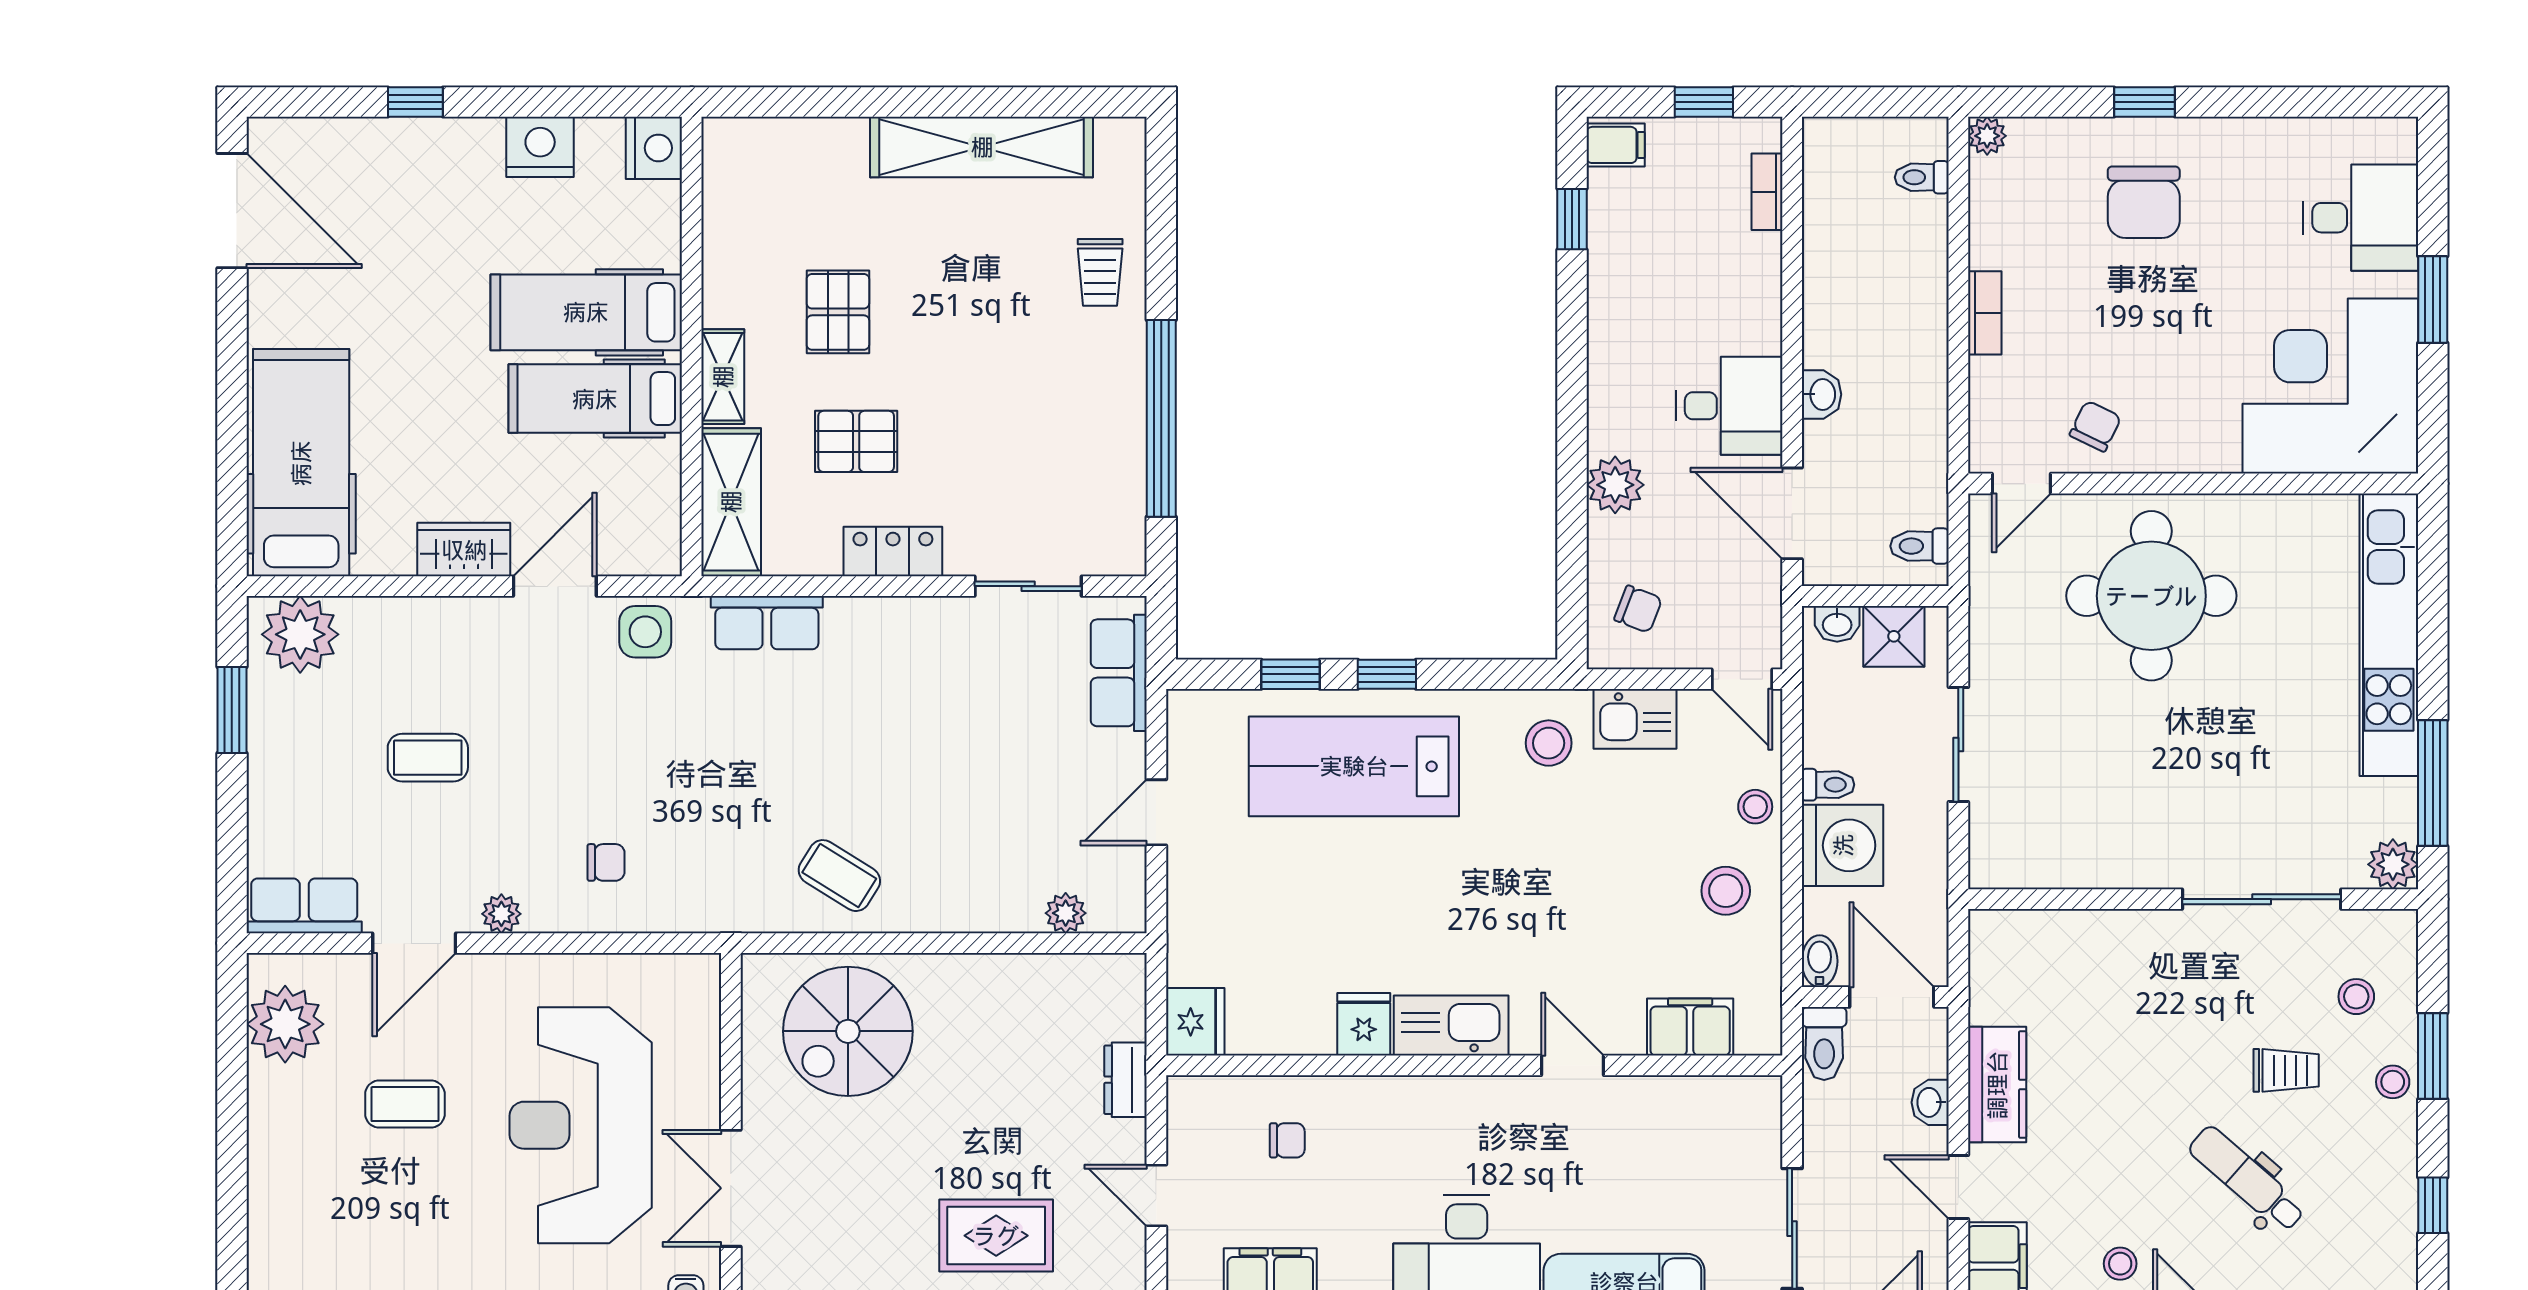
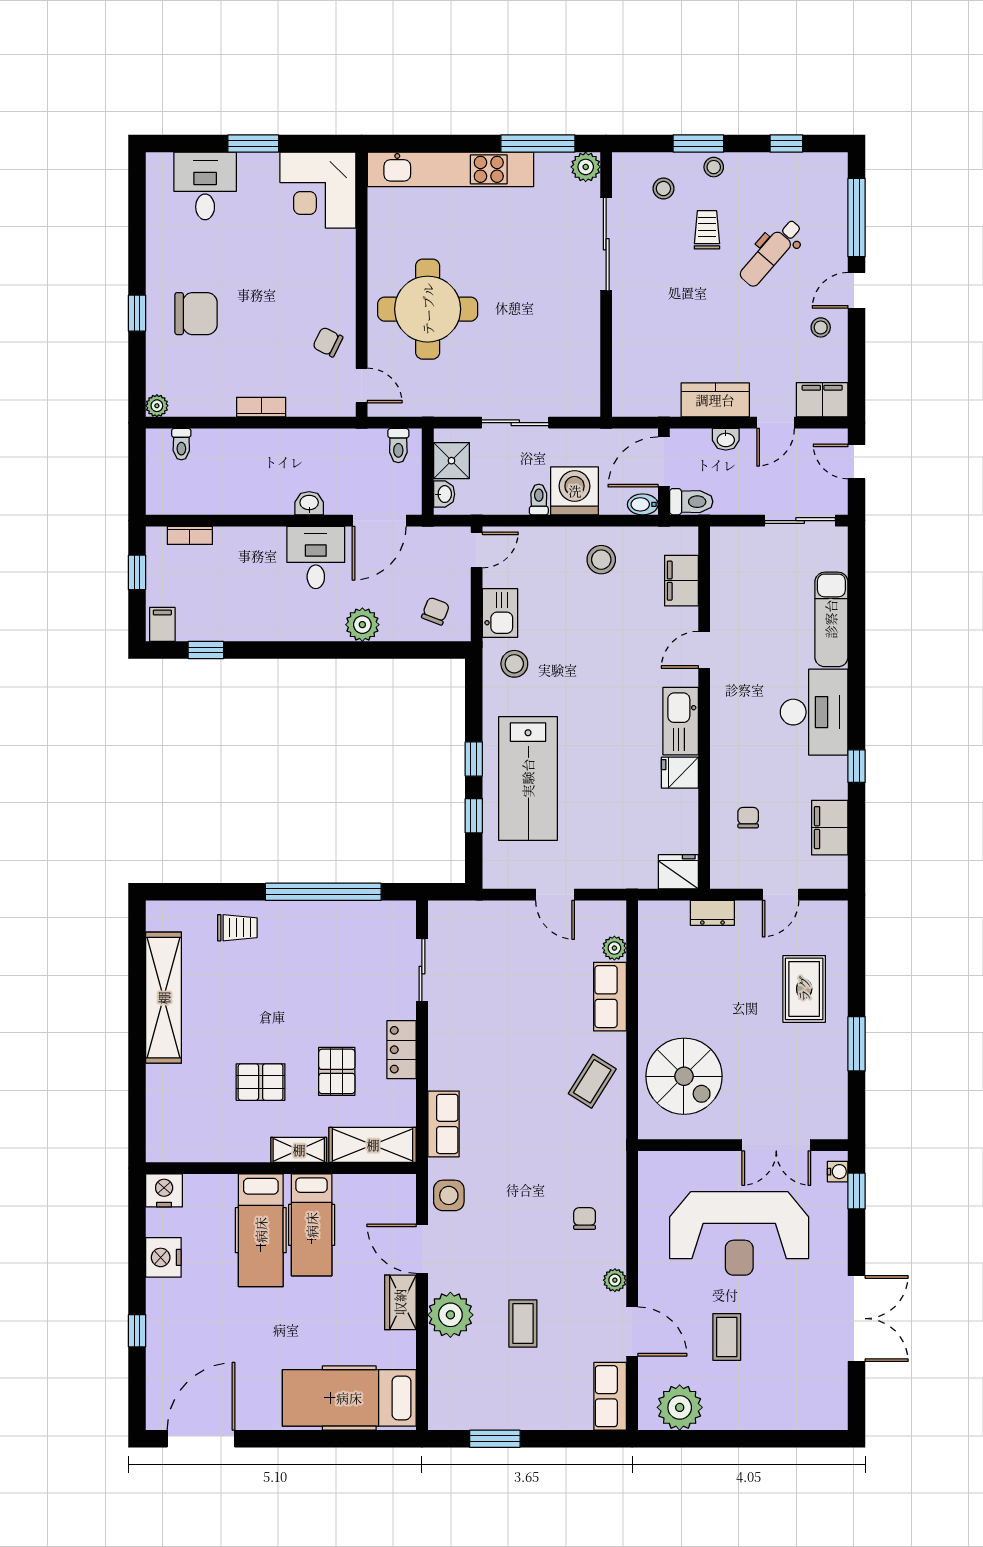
corner desk: (2330, 386) -> (318, 190), width x0.74, depth x0.74
plant: (300, 634) -> (450, 1315), moved
row of seats: (1119, 673) -> (610, 997), moved, turned 90
stool: (1755, 807) -> (552, 542), removed

